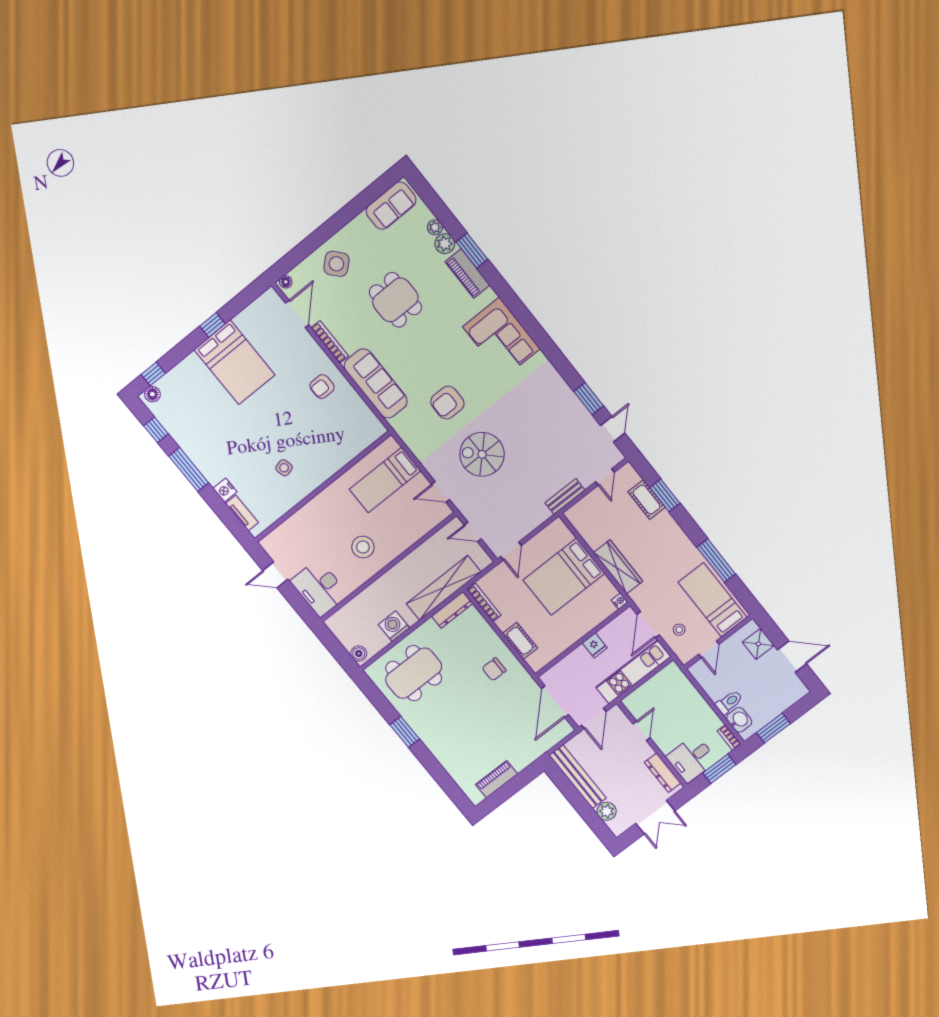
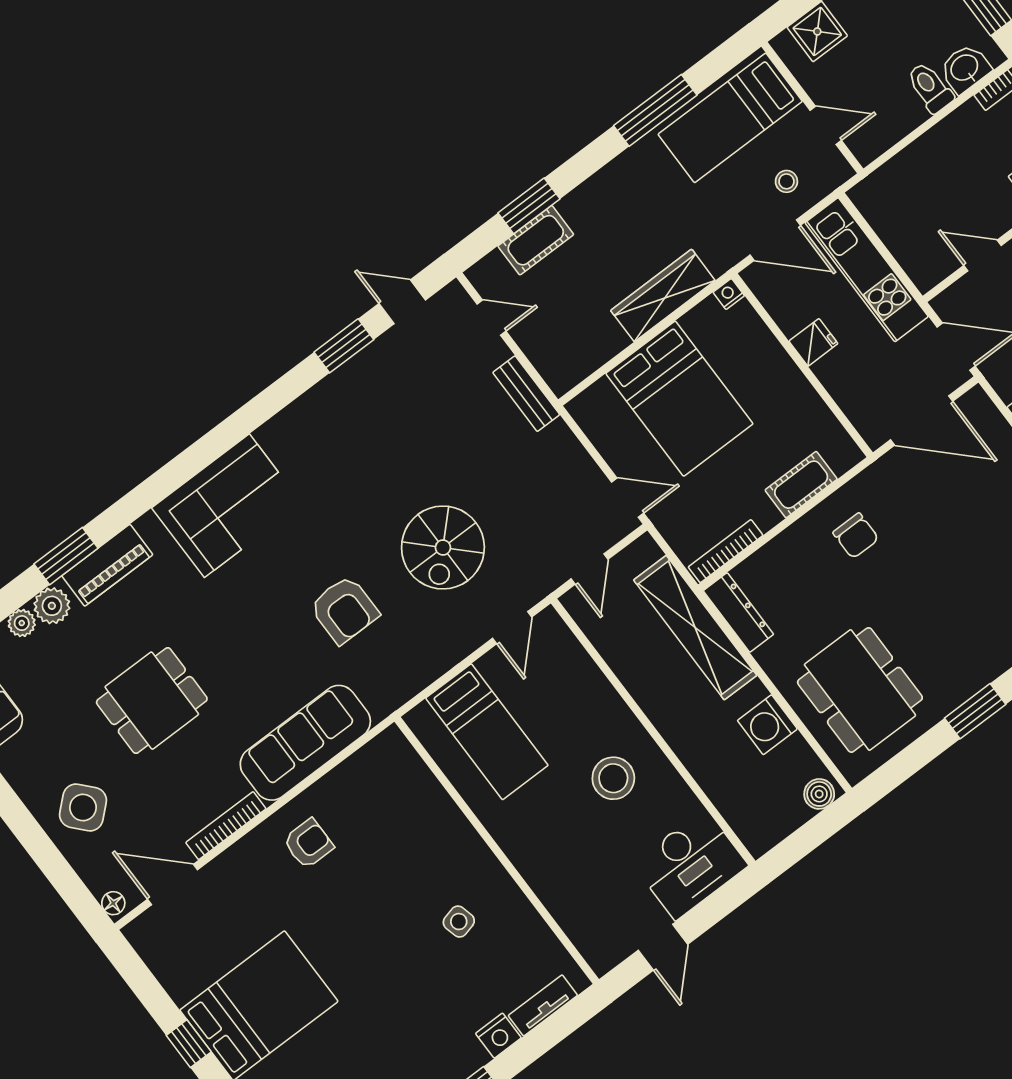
armchair: (322, 387) -> (308, 844), turned -90

